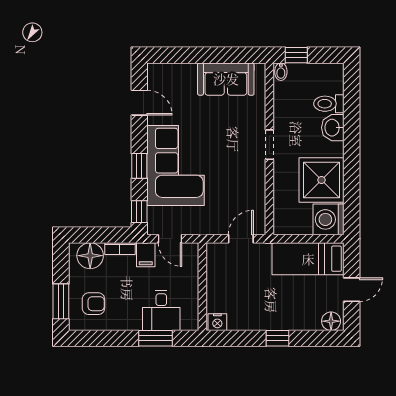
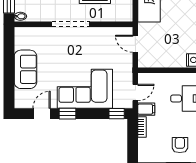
sofa: (226, 79) -> (25, 69), moved
doorway: (269, 145) -> (71, 24), width x1.88
window: (139, 166) -> (68, 114), moved
floor lamp: (90, 256) -> (147, 147), removed

